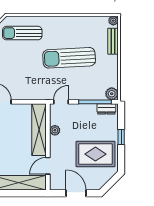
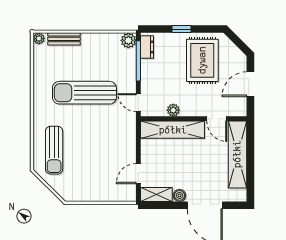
sun lounger: (69, 58) -> (84, 93), turned 93

